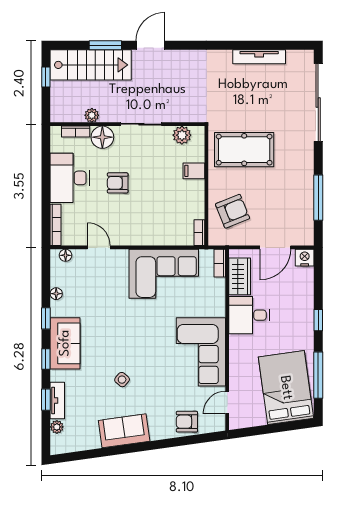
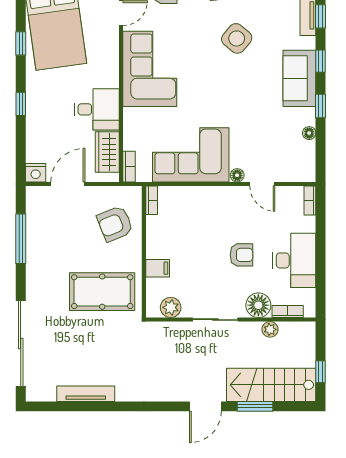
bookcase: (56, 225) -> (310, 201), width x0.64
floor lamp: (66, 255) -> (237, 175), moved
window: (318, 375) -> (21, 43), width x0.46
side table: (122, 380) -> (237, 38), width x1.87, depth x1.87

